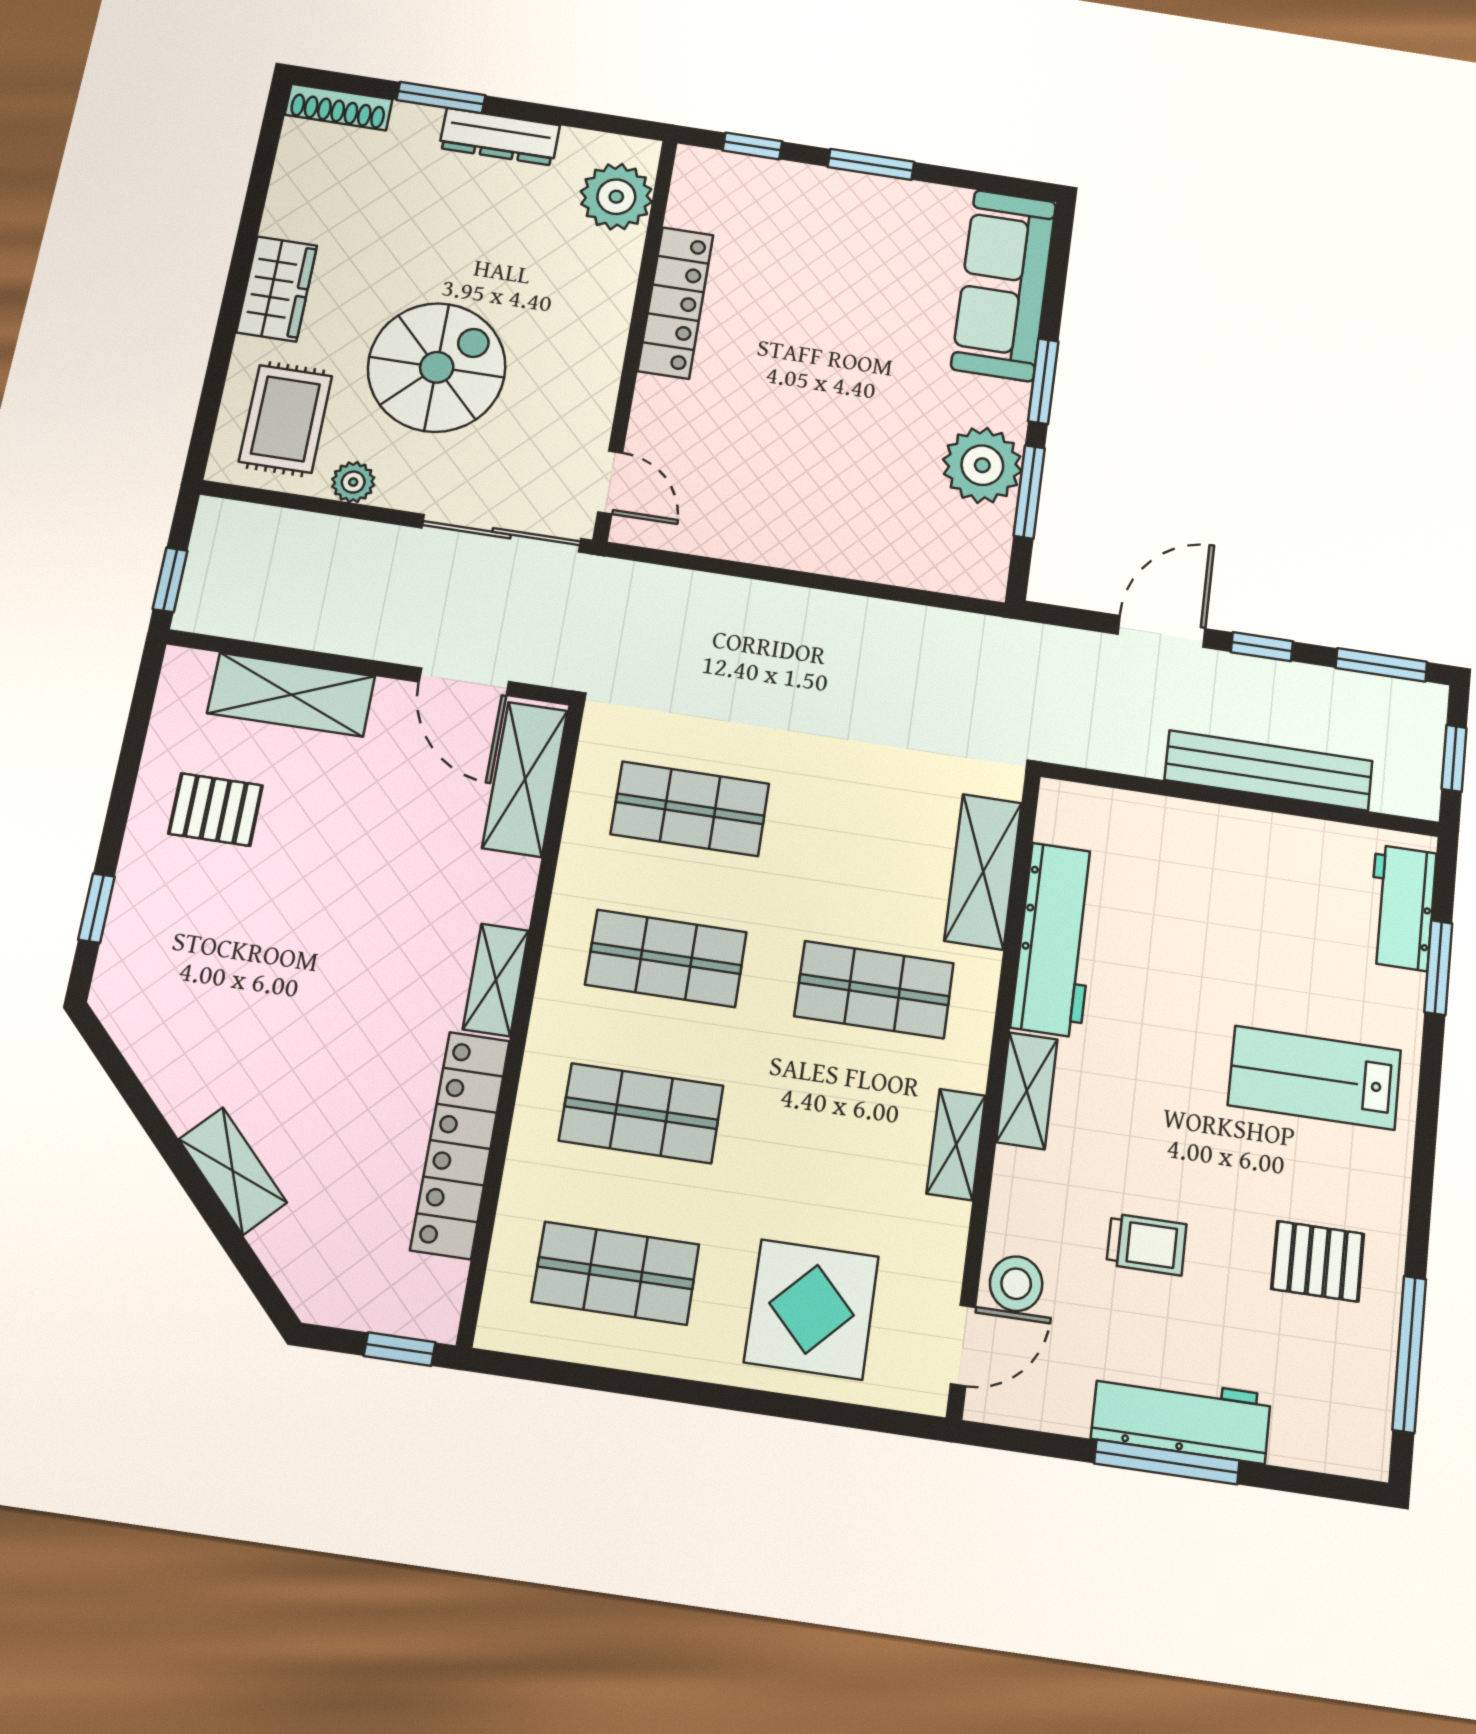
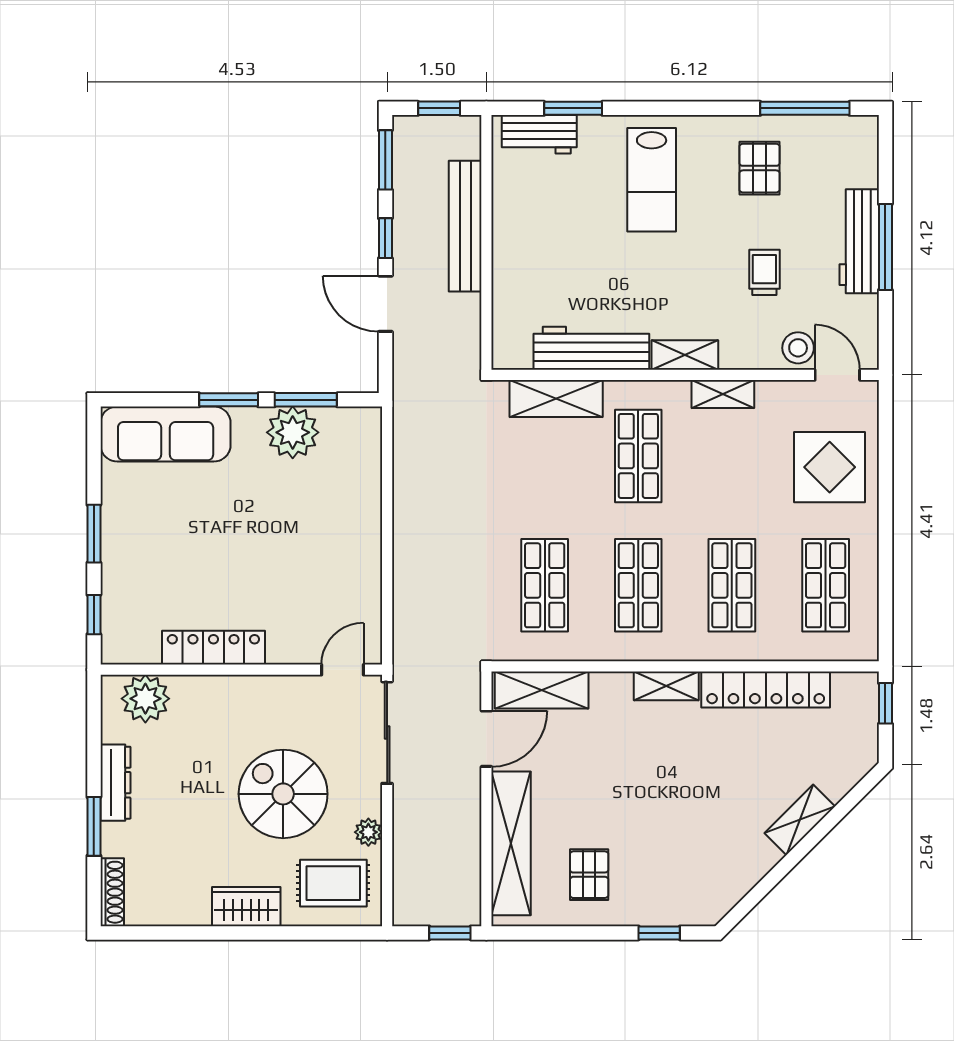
shelving: (291, 695) -> (511, 843), width x1.47

